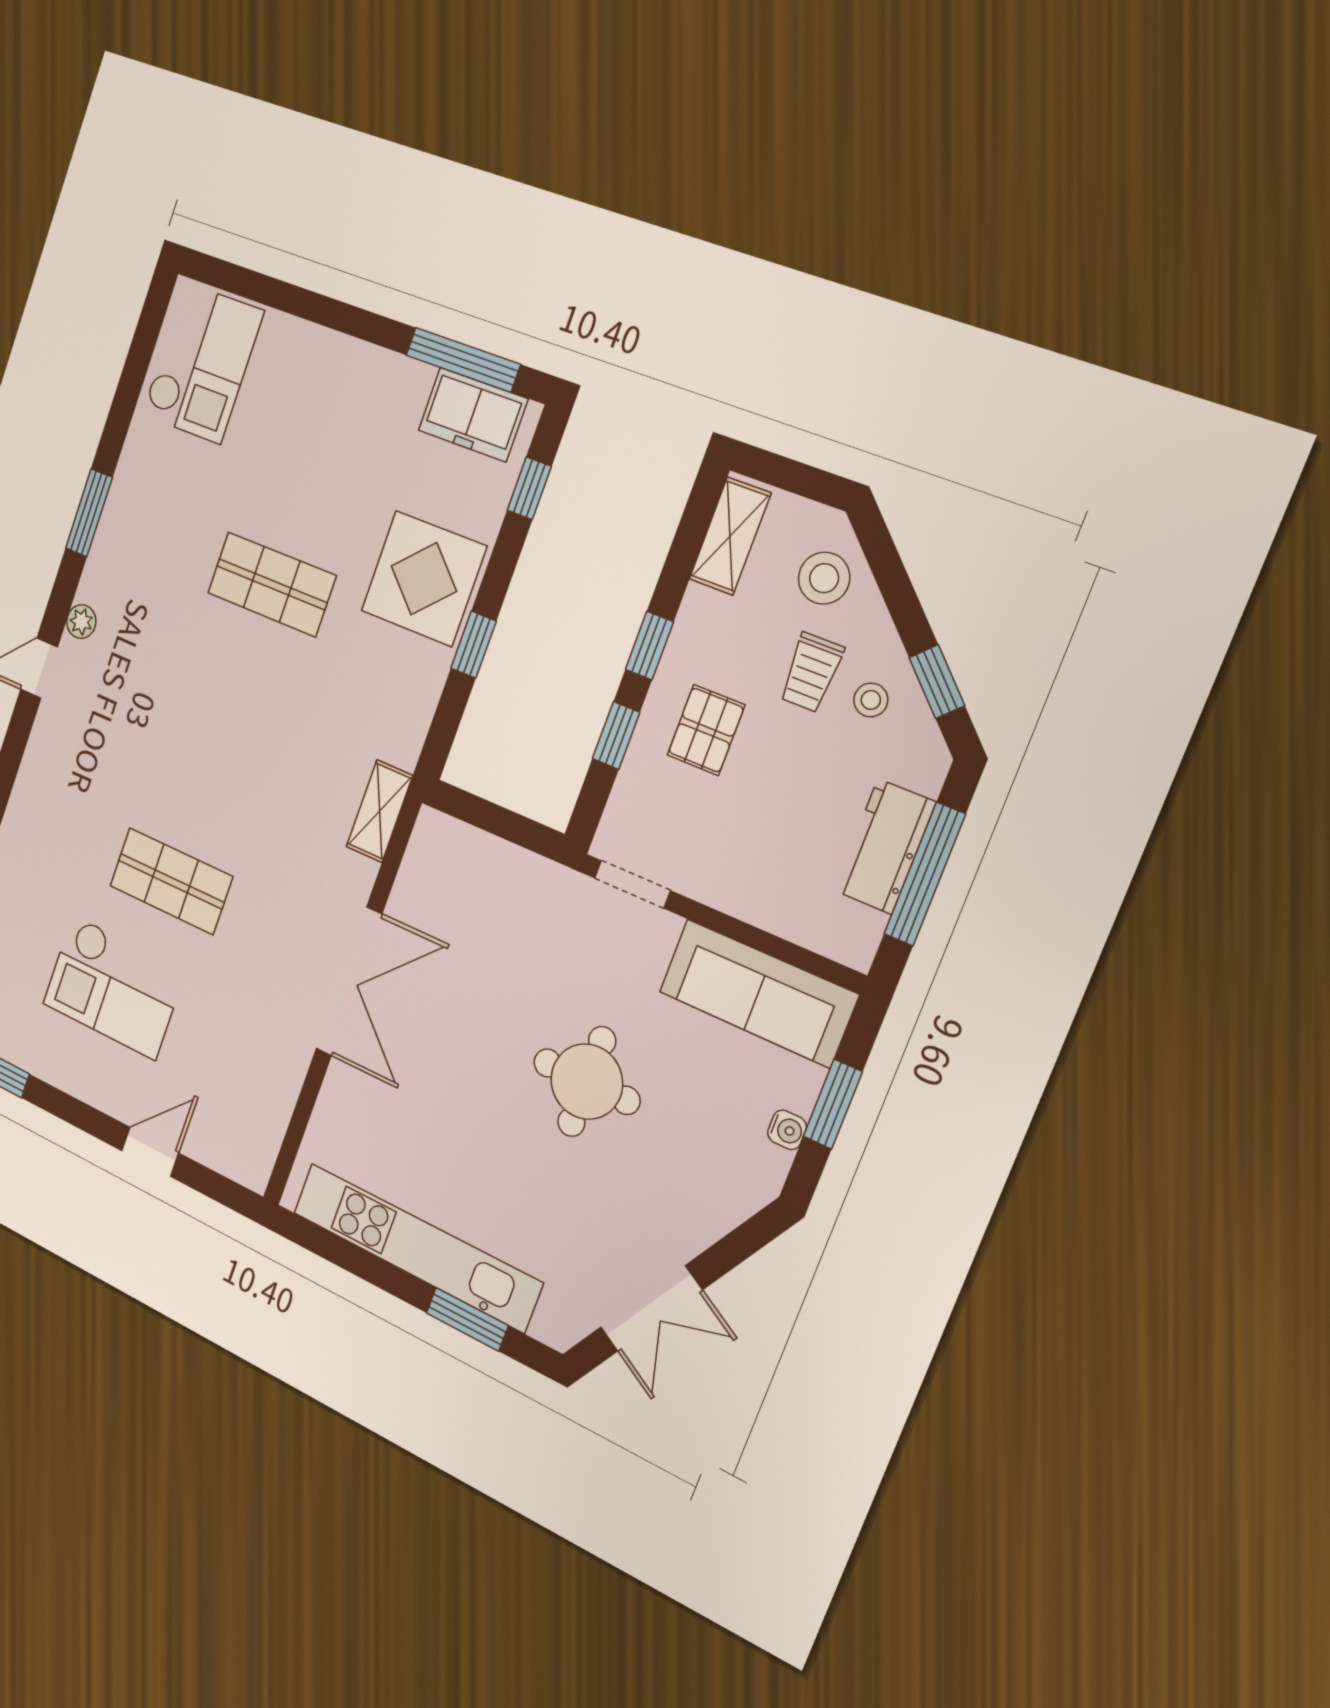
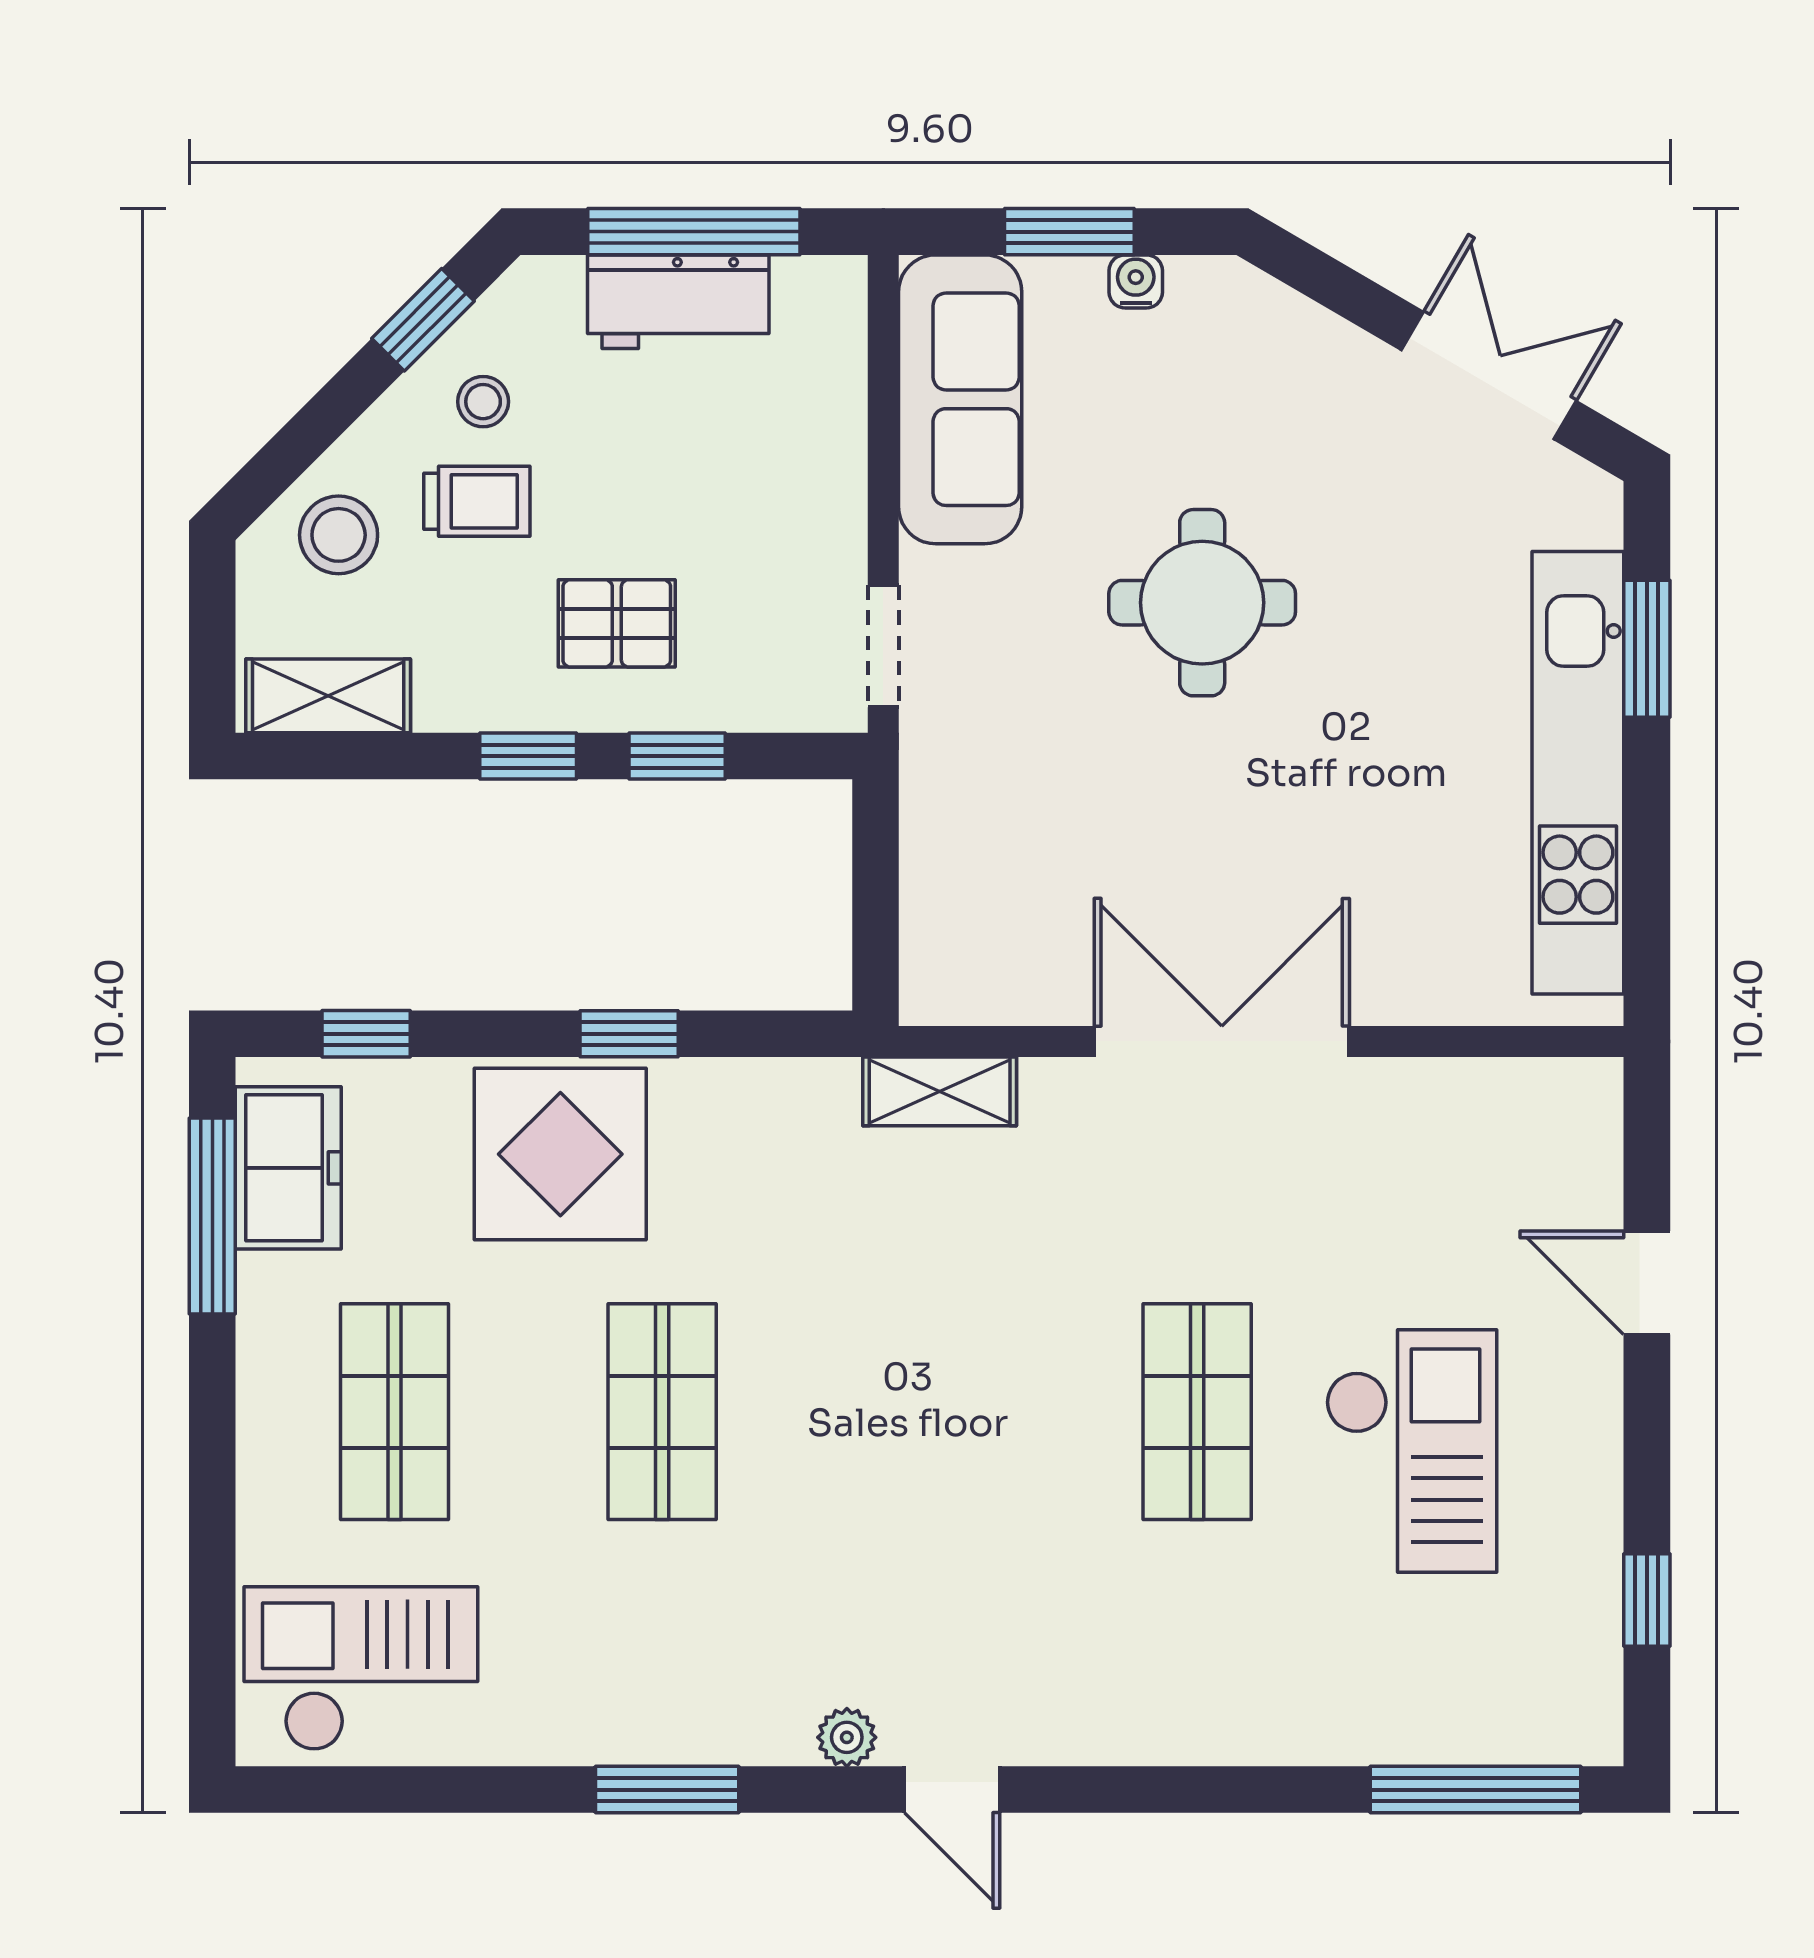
shop shelf: (324, 430) -> (394, 1412), added

